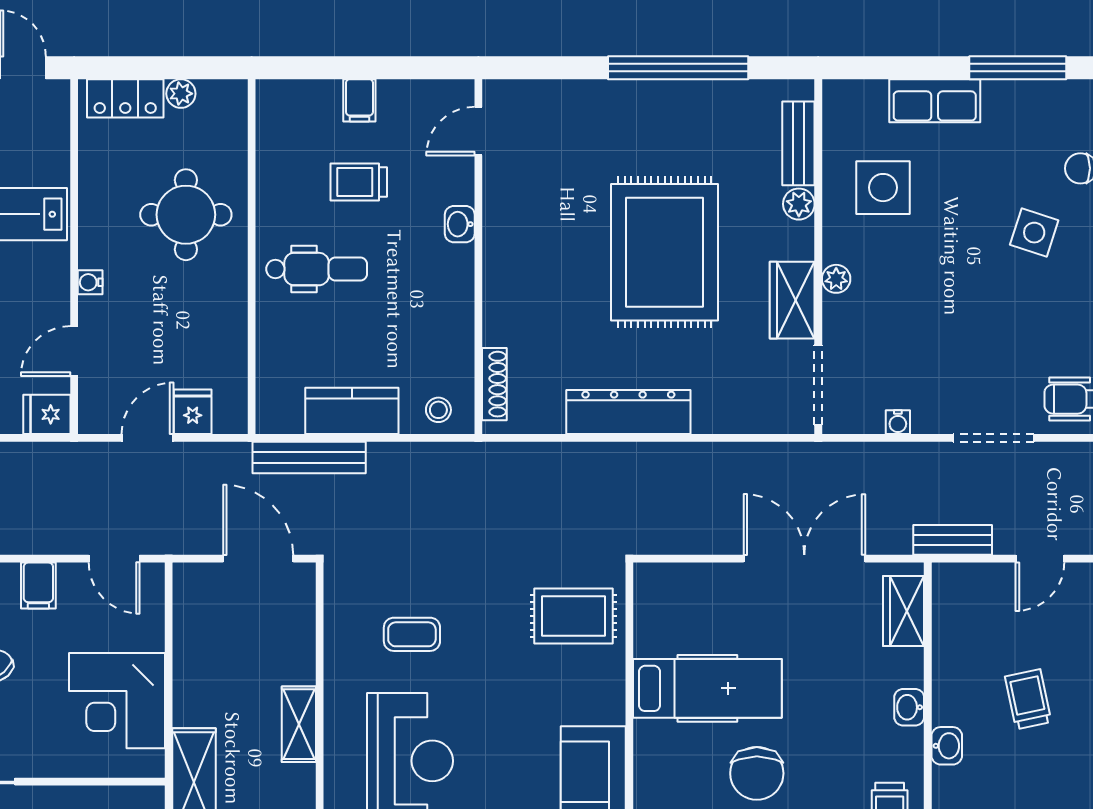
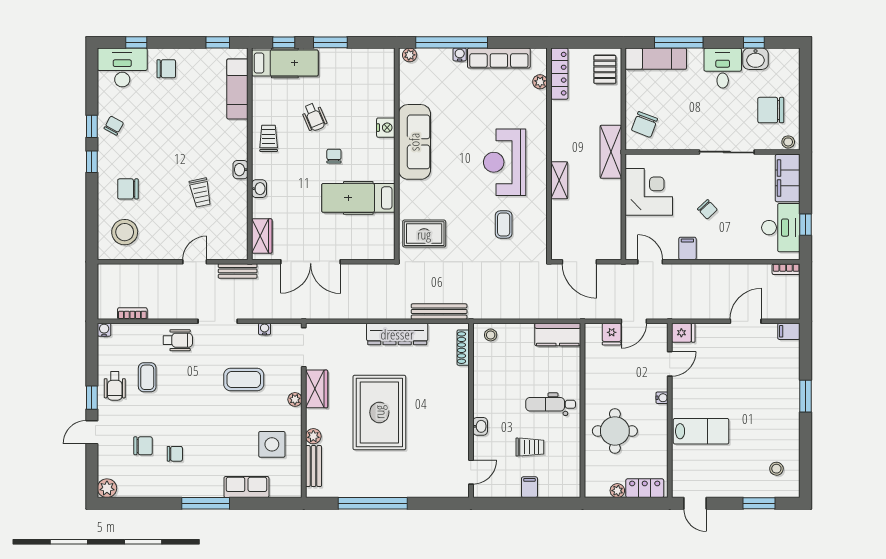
side table: (1034, 233) -> (197, 422), removed
coffee table: (940, 319) -> (244, 379), added
kitchen counter: (352, 411) -> (558, 334), moved
bench: (309, 457) -> (439, 312), moved
coffee table: (412, 634) -> (504, 225), turned 90
chair: (757, 773) -> (334, 156), width x0.54, depth x0.54

